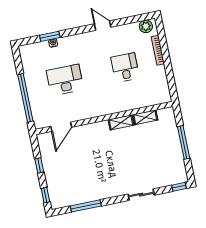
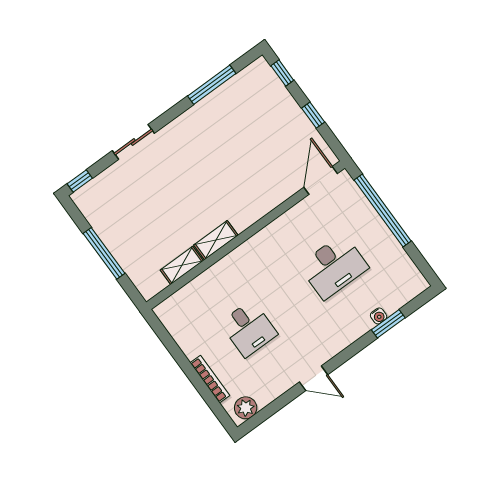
door: (61, 127) -> (321, 180), moved

